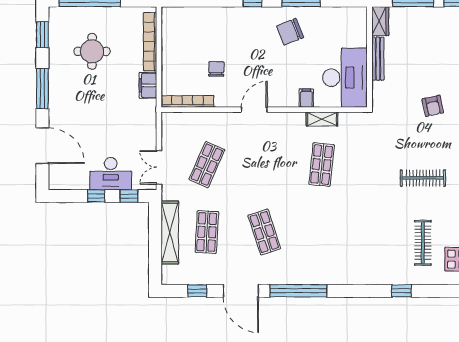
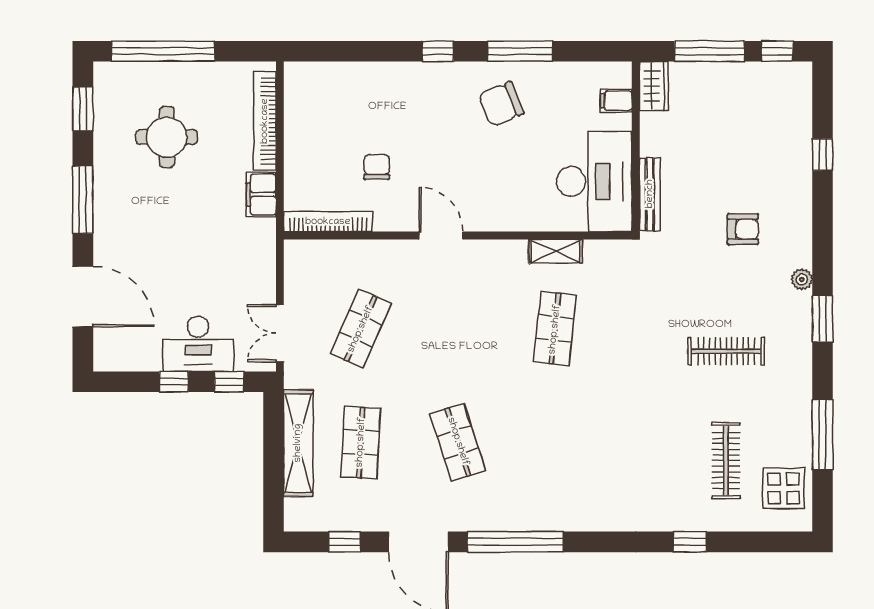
bench: (378, 59) -> (650, 194), moved
filing cabinet: (306, 98) -> (616, 101), moved, turned -90
armchair: (433, 106) -> (743, 229), turned -78
door: (254, 110) -> (441, 236), hinge flipped

